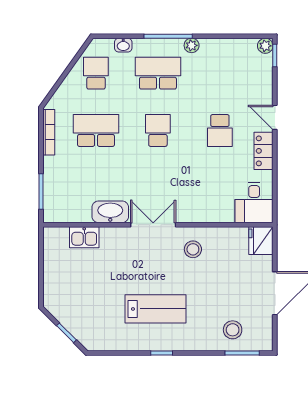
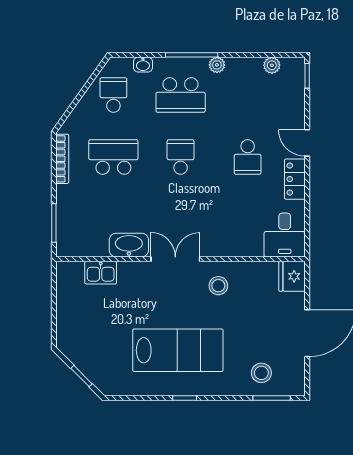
plant: (265, 46) -> (272, 65), moved
school desk: (158, 73) -> (181, 95), turned 180
lab bench: (156, 309) -> (178, 350), width x1.36, depth x1.39

